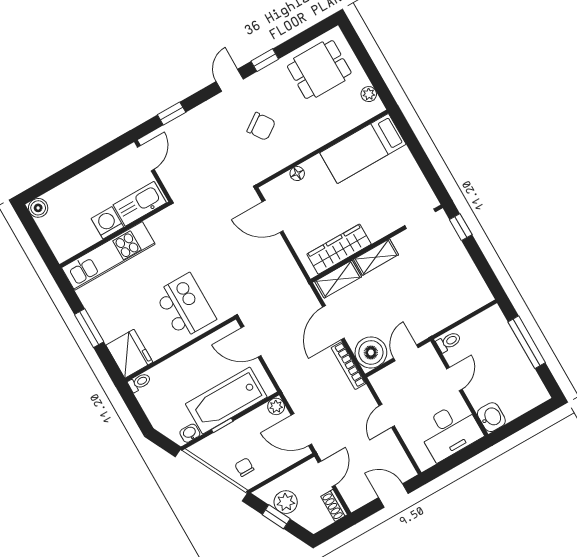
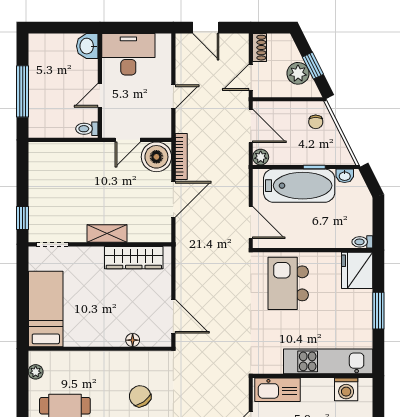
bed: (363, 149) -> (46, 309), moved, turned -90
washing machine: (107, 223) -> (346, 389), moved
shelving: (338, 279) -> (149, 233), removed

